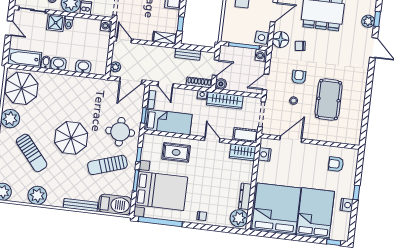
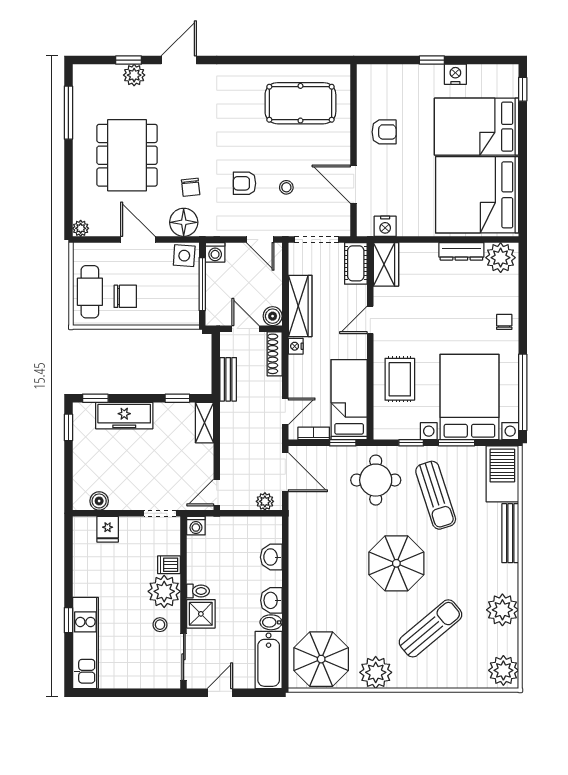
pool table: (329, 100) -> (300, 103), moved
armchair: (336, 164) -> (384, 132), moved, turned -90

